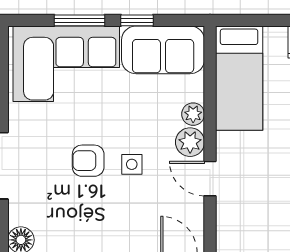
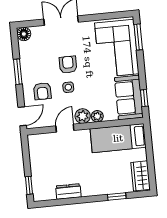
window: (79, 20) -> (138, 37), moved
window: (137, 20) -> (144, 98), moved
armchair: (134, 215) -> (42, 91), added

